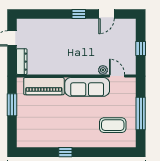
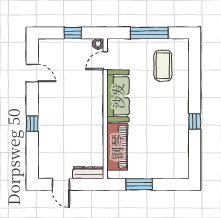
window: (79, 14) -> (32, 124), moved
plant: (103, 70) -> (98, 44), moved

